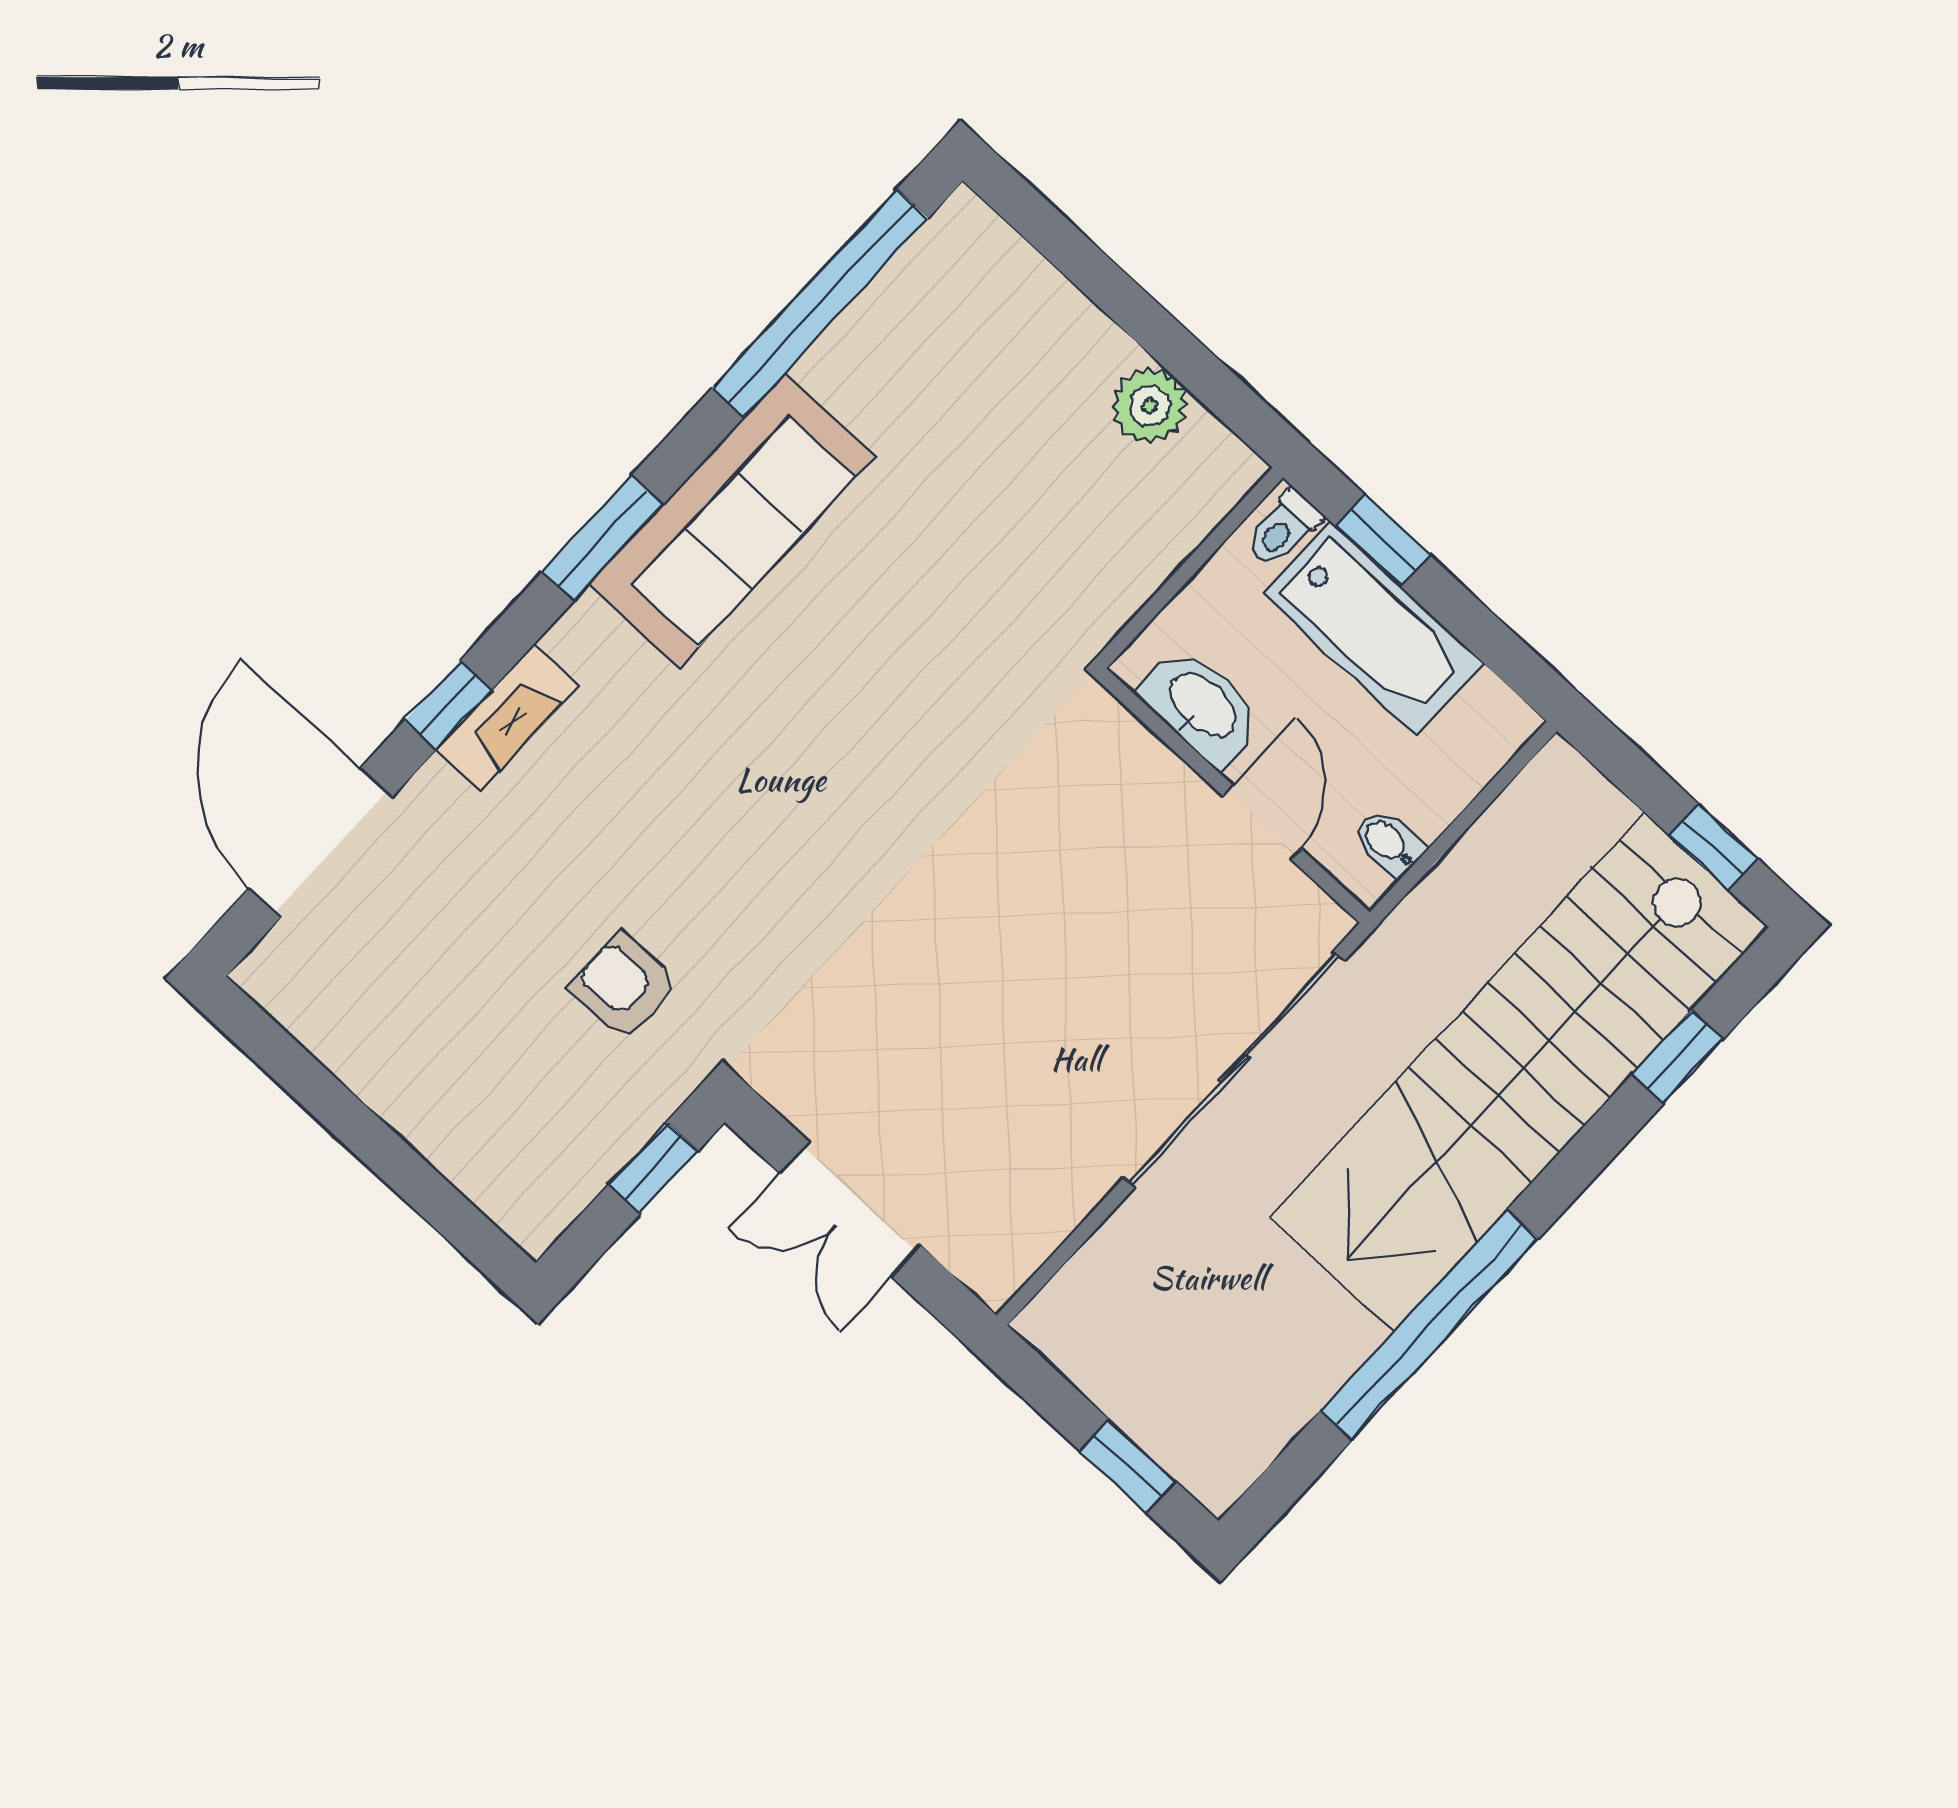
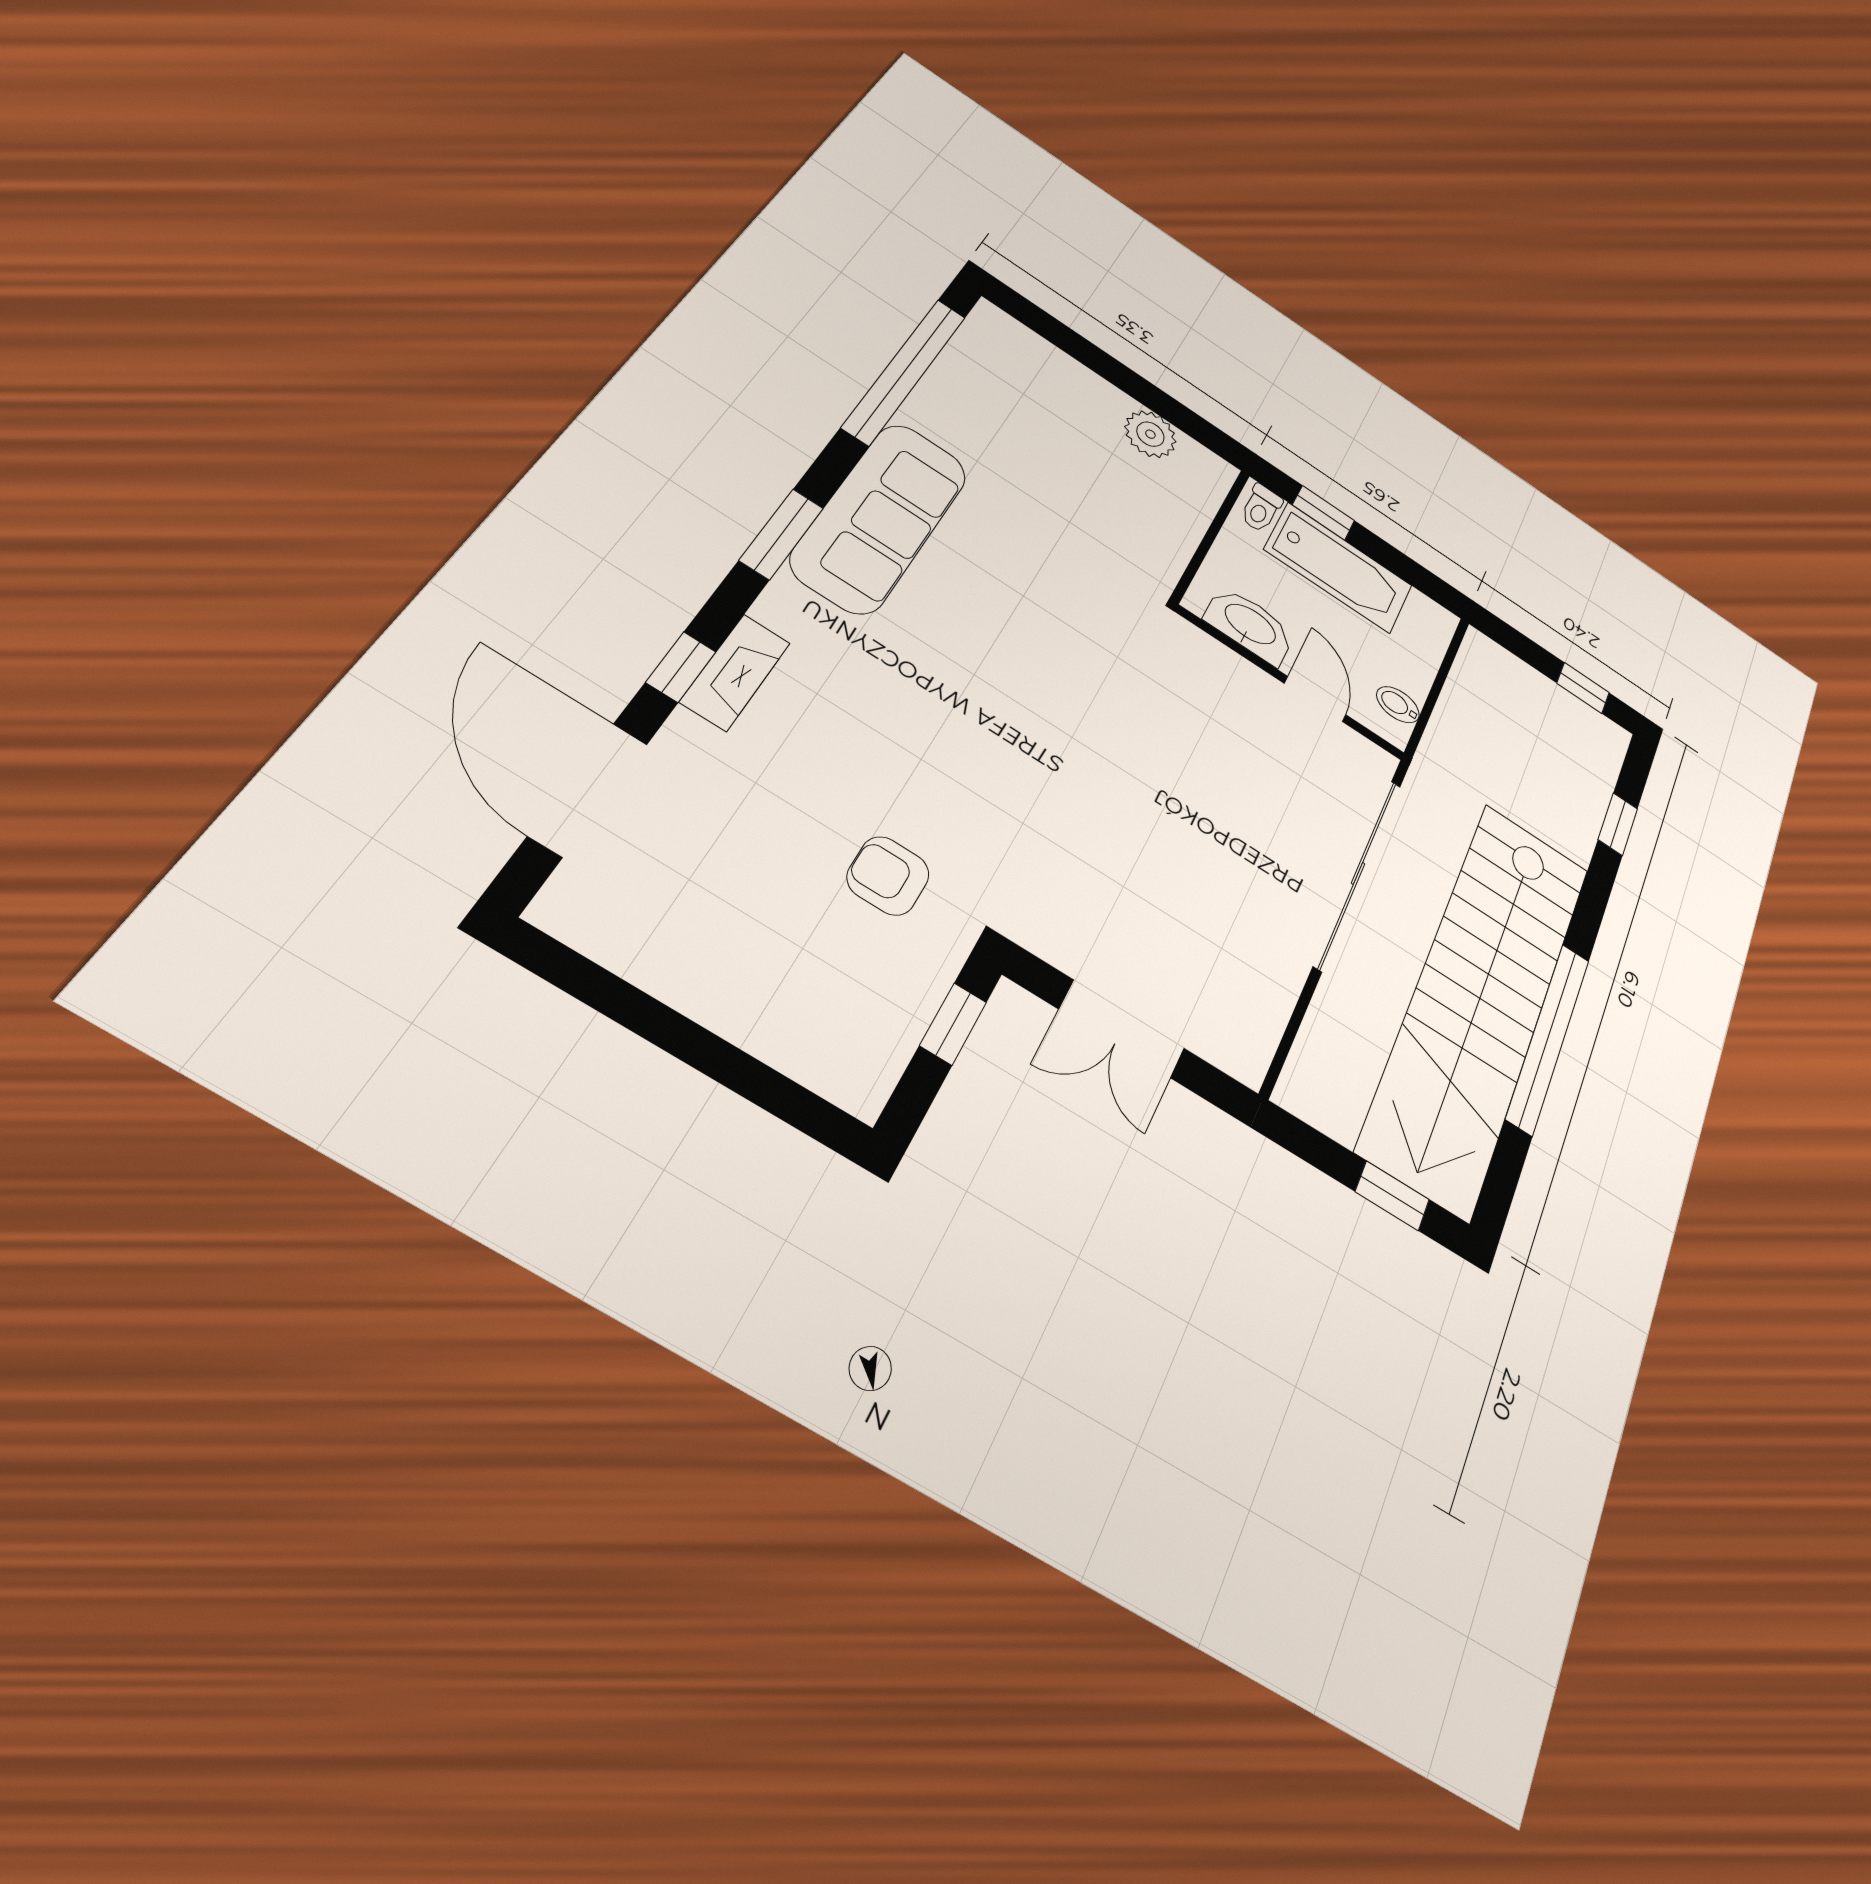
stairs: (1520, 1072) -> (1478, 1002), moved

